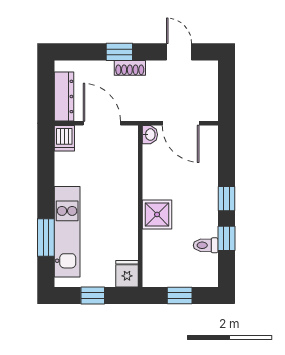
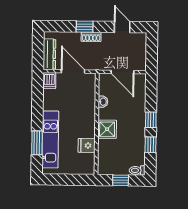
washbasin: (150, 135) -> (103, 102), moved
toilet: (206, 245) -> (137, 170), moved
fridge: (127, 274) -> (87, 145), moved, turned -90
window: (93, 295) -> (66, 180), removed

